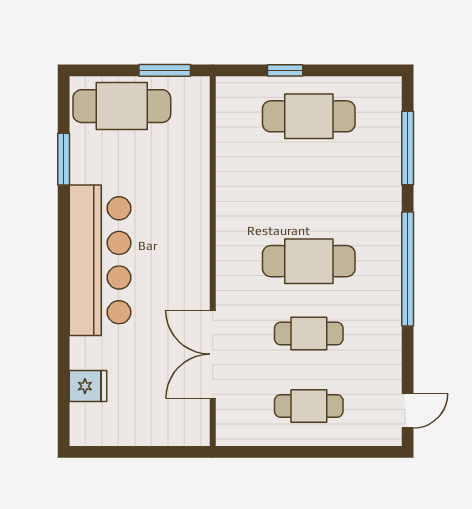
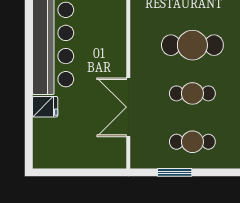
fridge: (88, 386) -> (45, 107), moved
window: (282, 452) -> (175, 172), added

